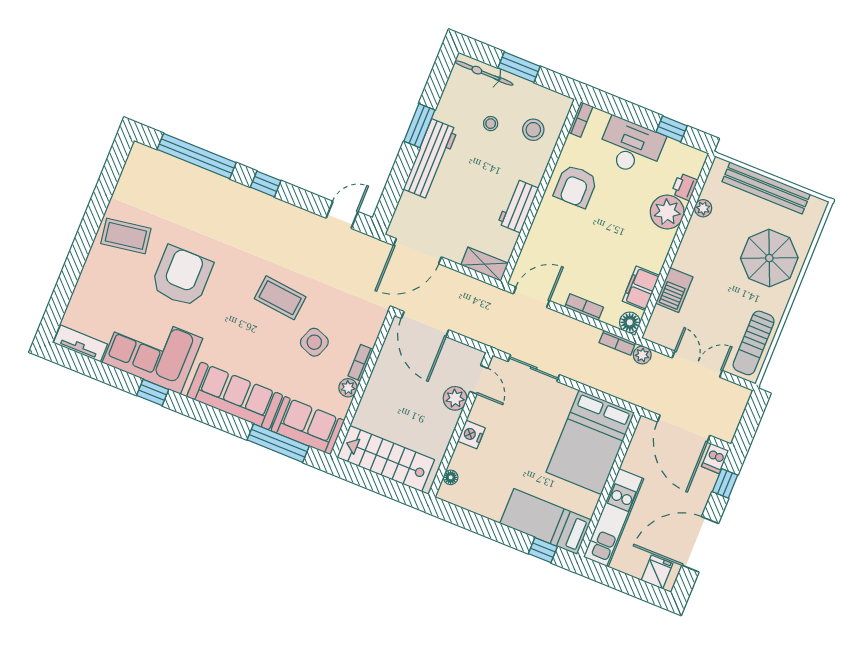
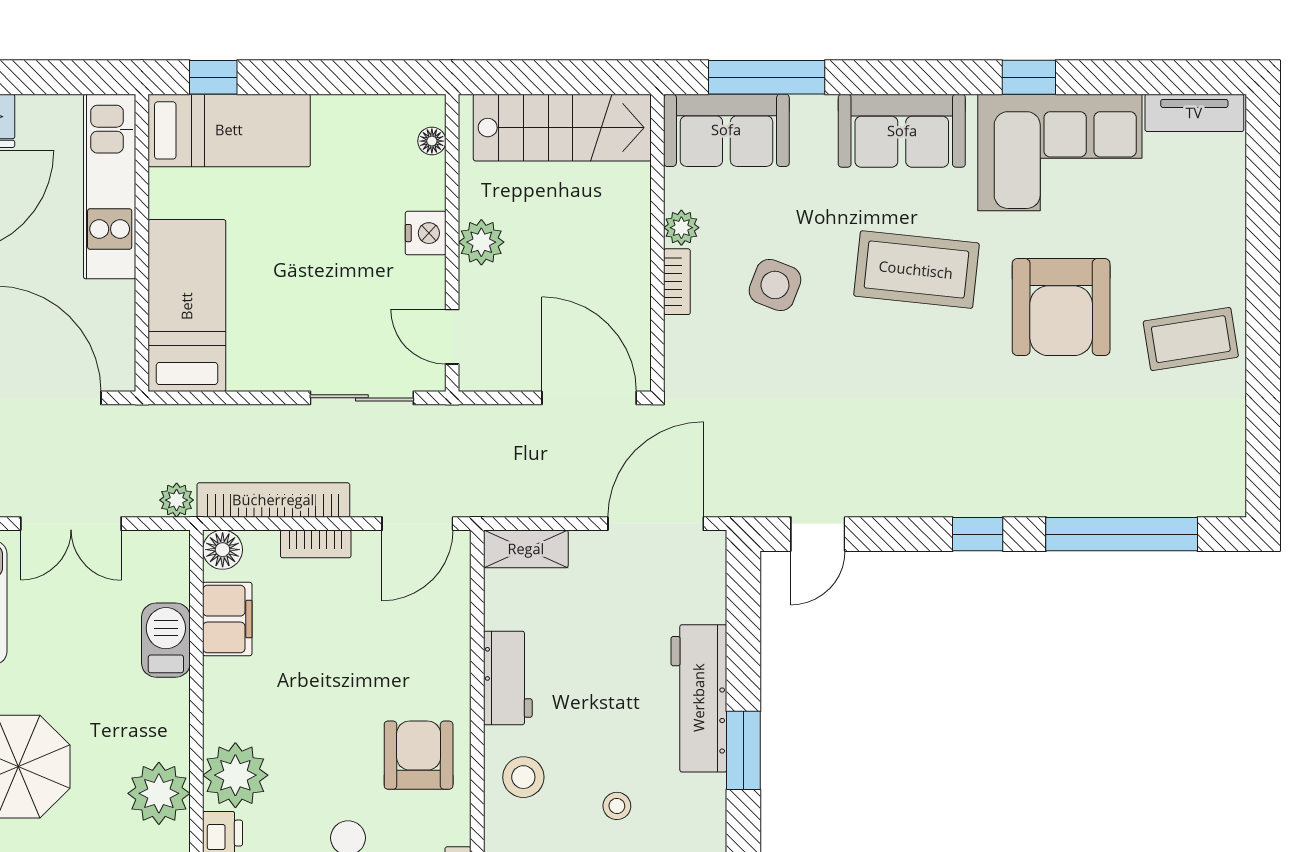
stool: (533, 130) -> (523, 777), moved
plant: (703, 208) -> (159, 793), width x1.88, depth x1.88
coffee table: (280, 298) -> (916, 270), moved, width x1.36, depth x1.32
bookcase: (617, 343) -> (273, 500), width x2.31, depth x1.31
sofa: (235, 396) -> (902, 131), width x0.73
plant: (455, 398) -> (481, 242), moved
bed: (590, 442) -> (187, 306), width x0.67

